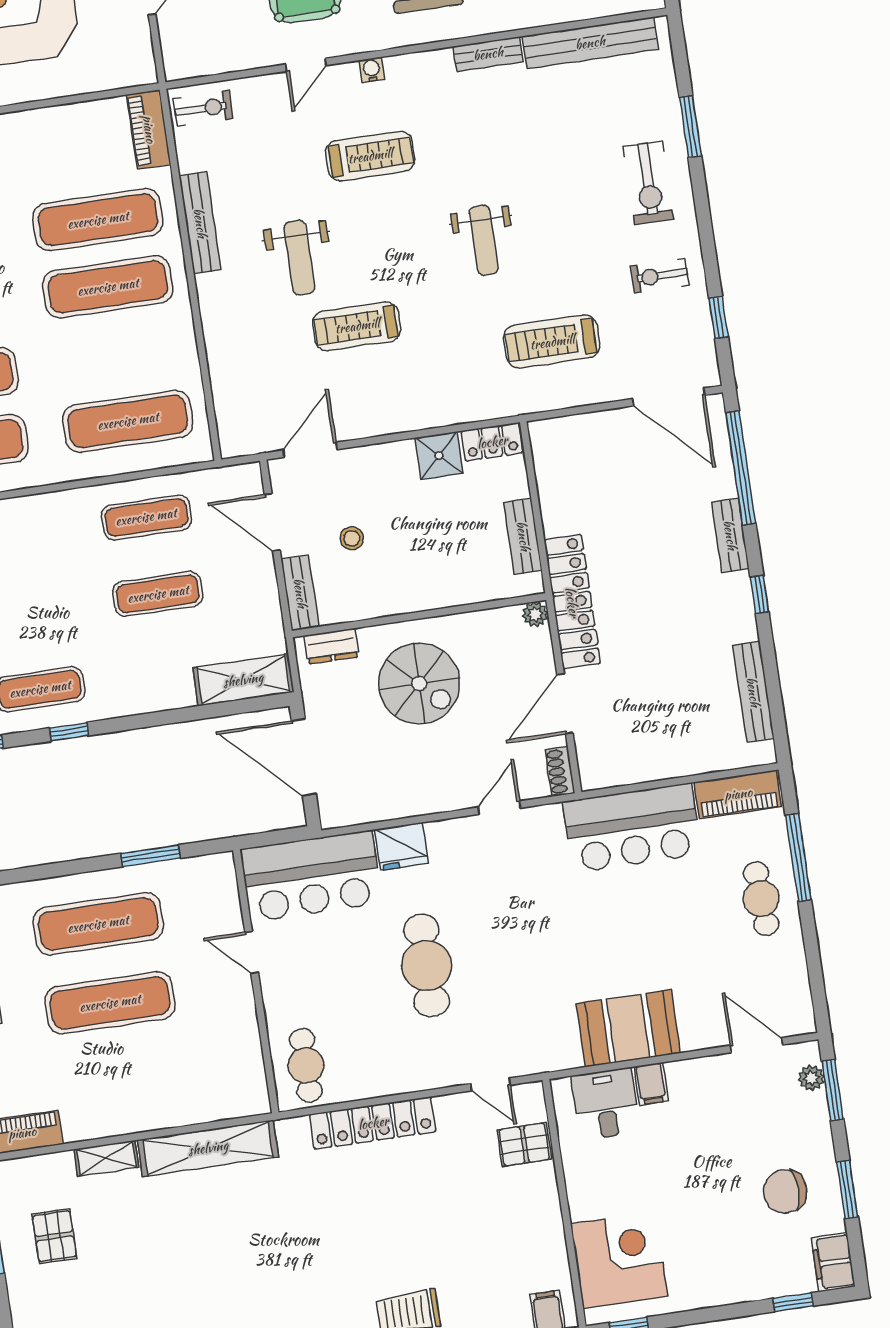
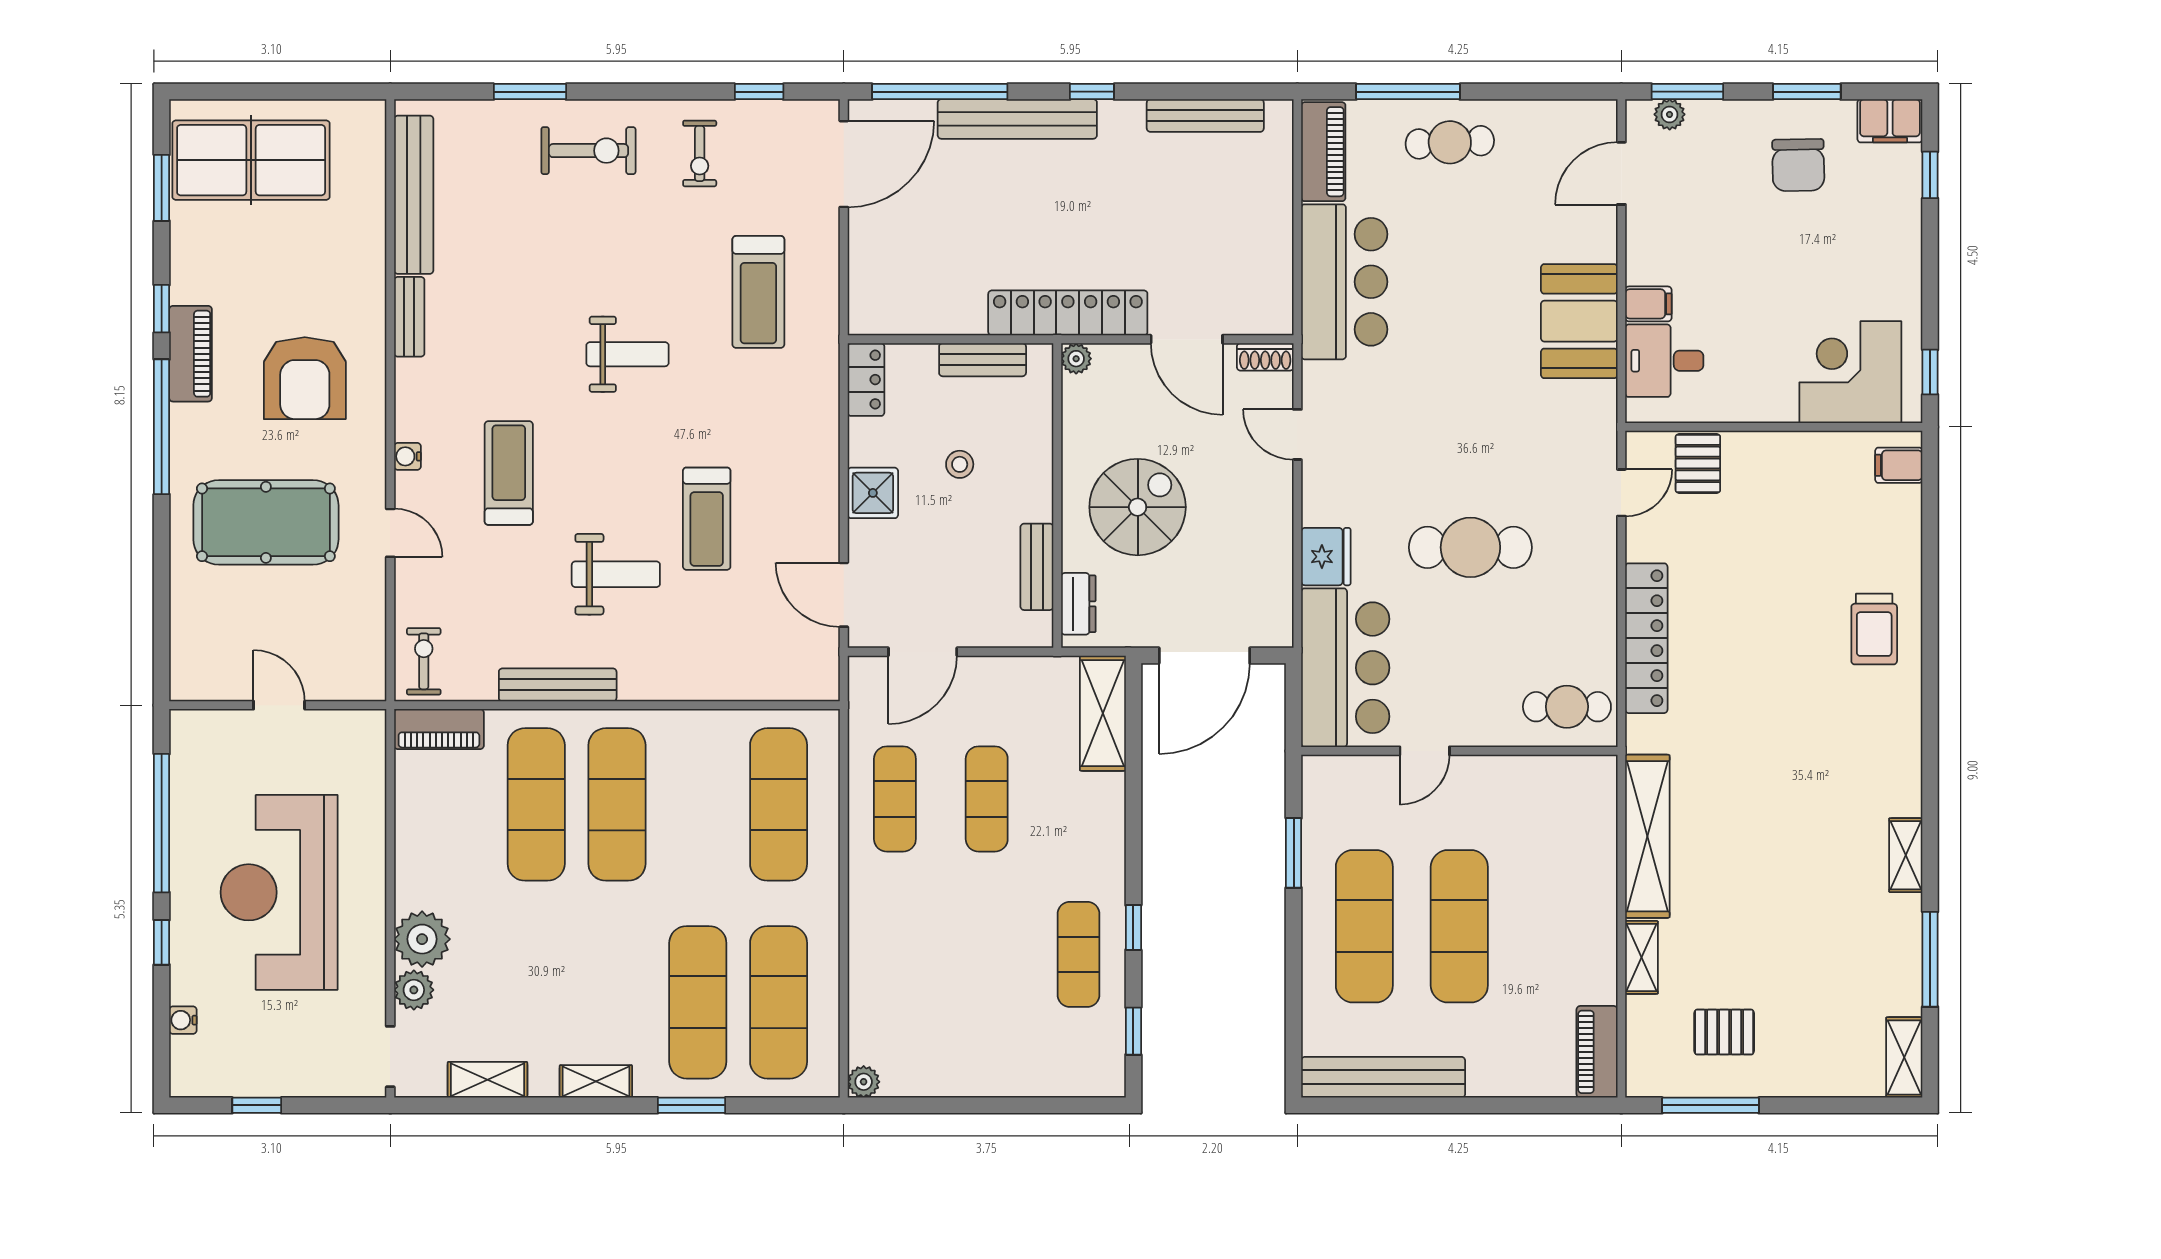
shower: (439, 456) -> (873, 493), moved
bench: (730, 535) -> (1017, 119), width x1.86, depth x1.21
stool: (352, 538) -> (960, 464), moved
bench: (300, 593) -> (1037, 567), moved, turned 90

